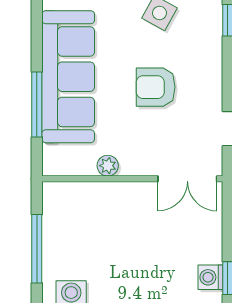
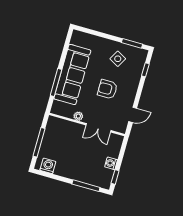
double door: (187, 179) -> (98, 128), moved
washing machine: (210, 277) -> (111, 163), moved

